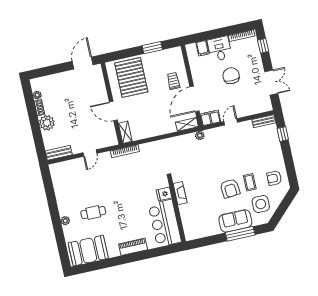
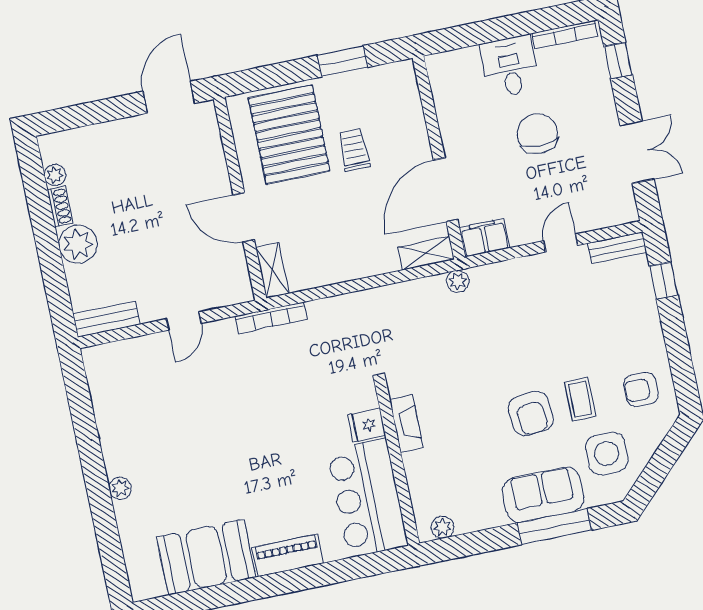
filing cabinet: (202, 48) -> (467, 64), removed
trolley: (173, 81) -> (354, 150), moved
door: (231, 122) -> (561, 243), moved
cafe table: (93, 213) -> (190, 469), removed
plant: (195, 235) -> (443, 527), added
booth: (88, 251) -> (206, 557), moved

